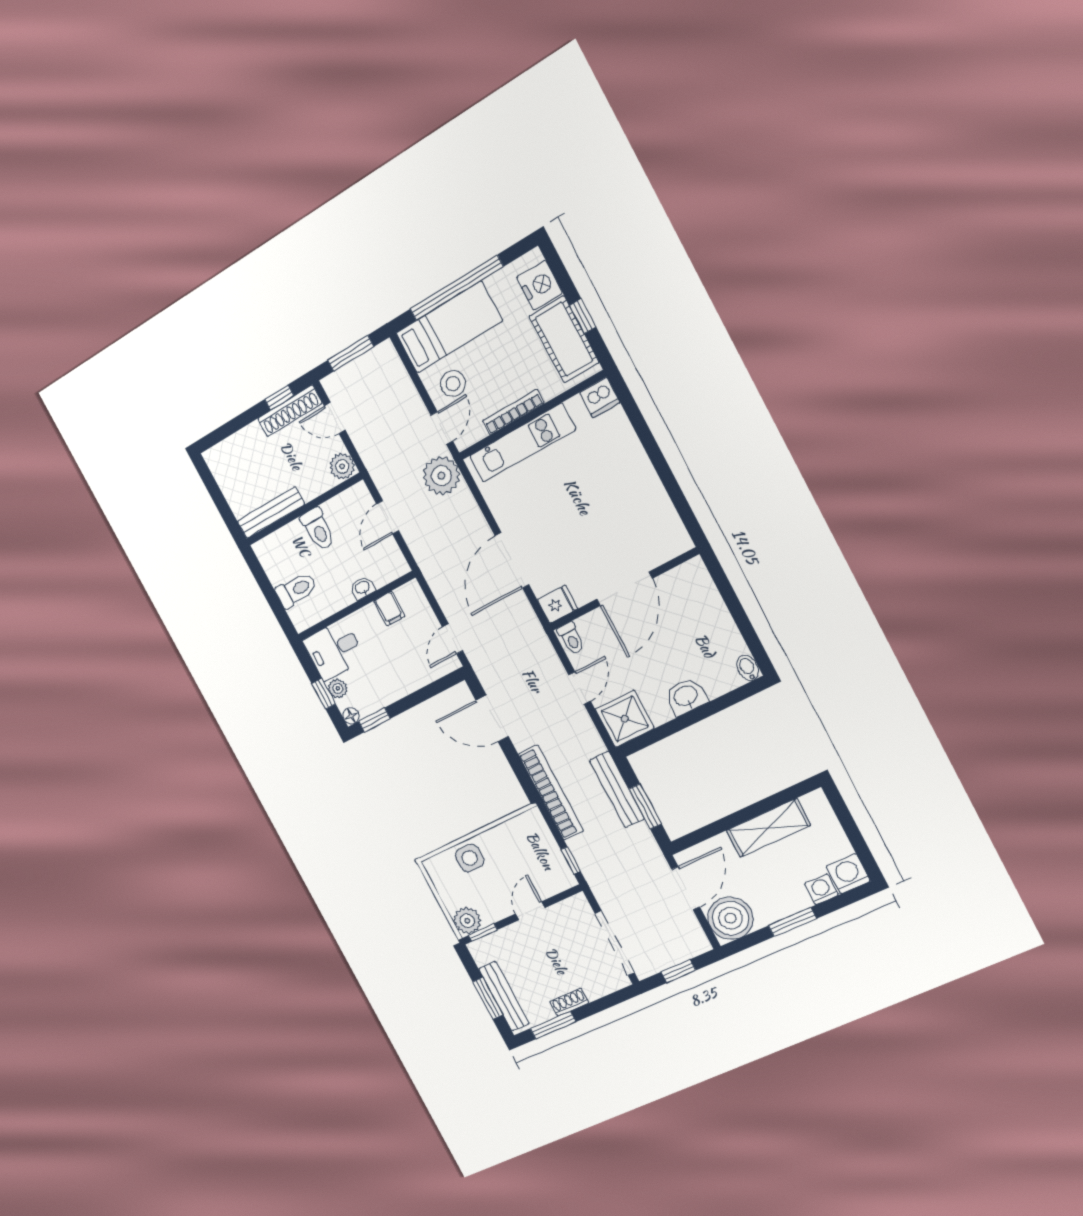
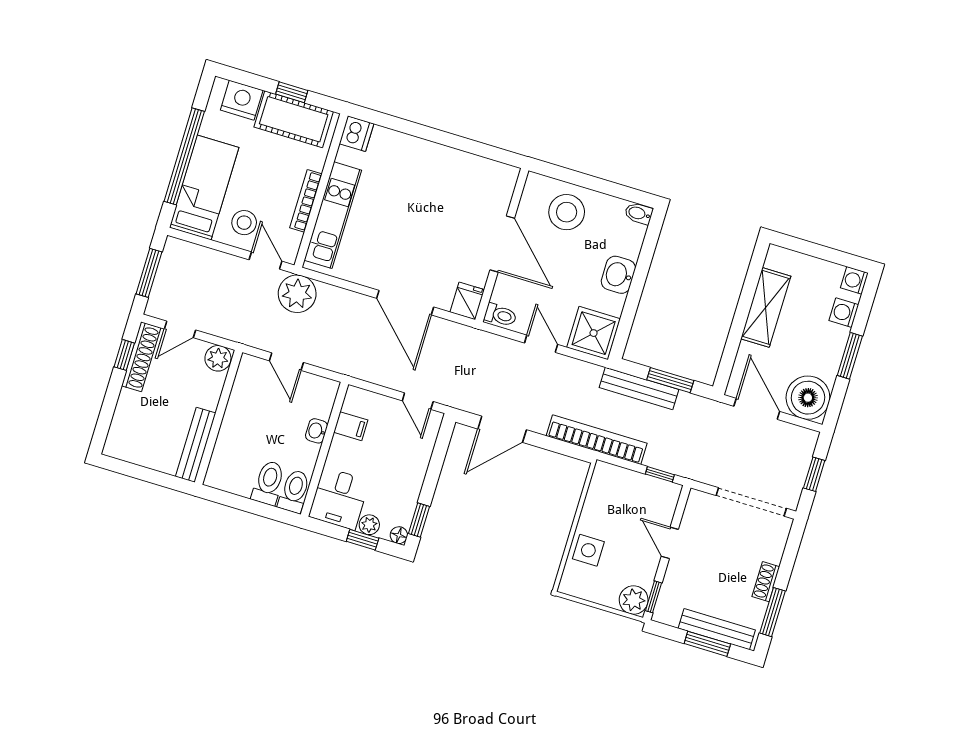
toilet: (318, 529) -> (294, 491), moved, turned -90
stool: (695, 613) -> (567, 212), added
washing machine: (848, 874) -> (854, 280), width x0.73, depth x0.73

